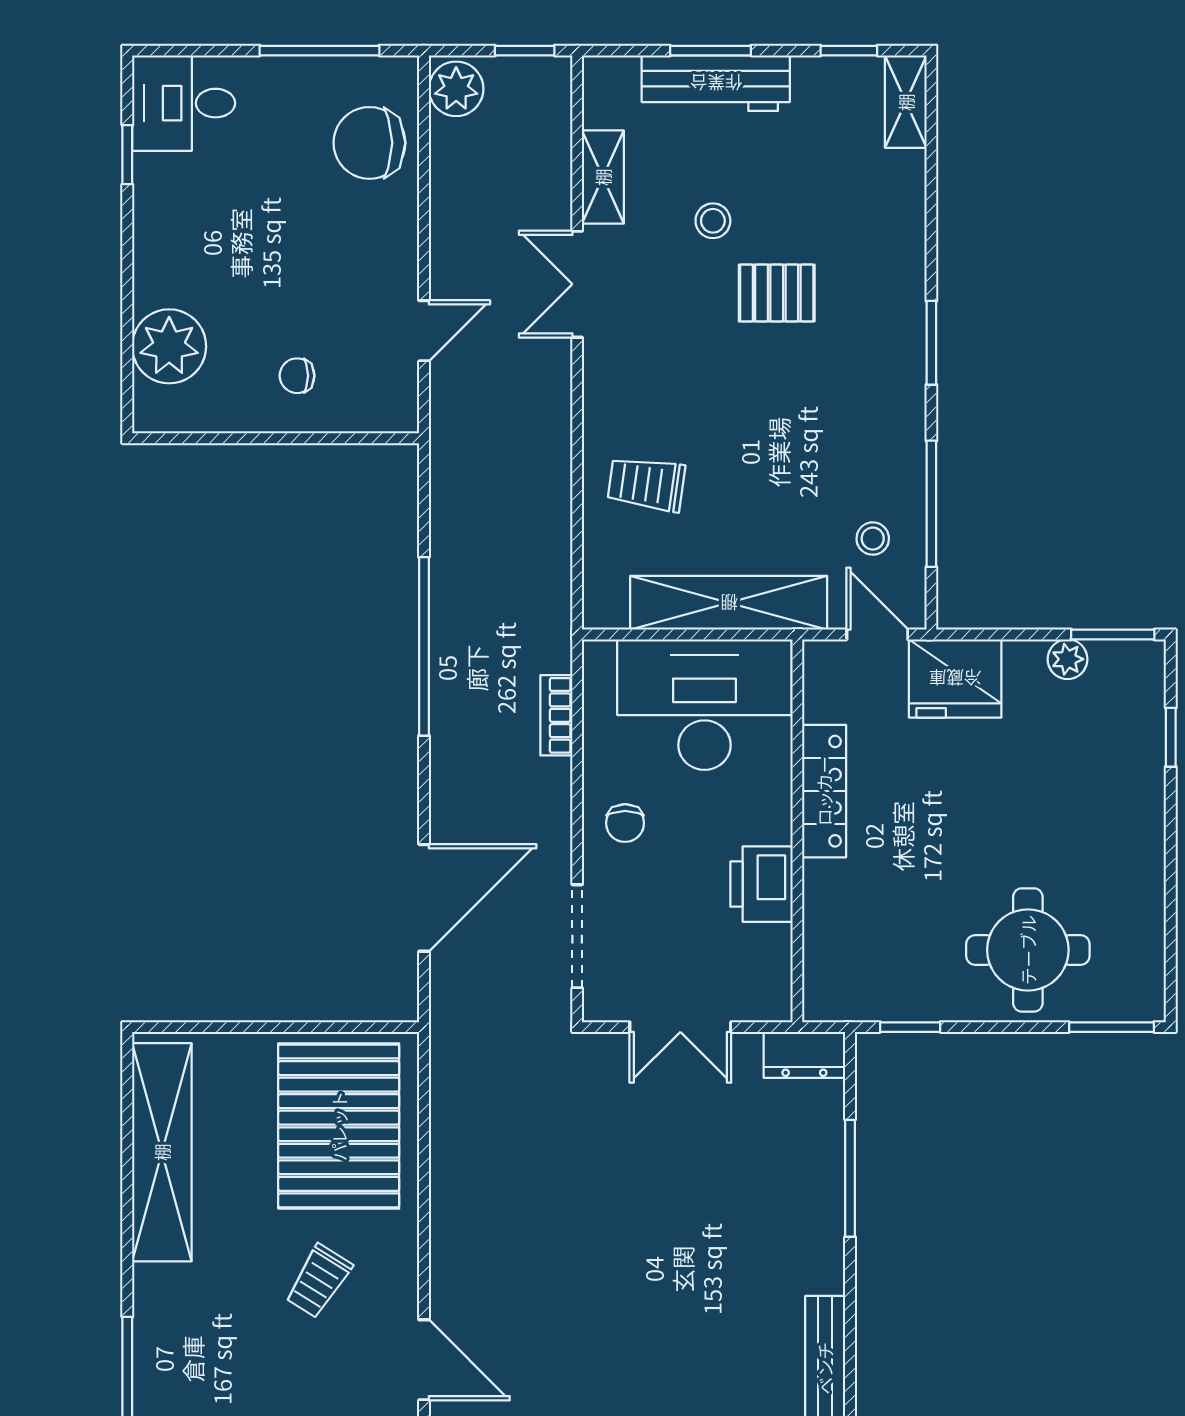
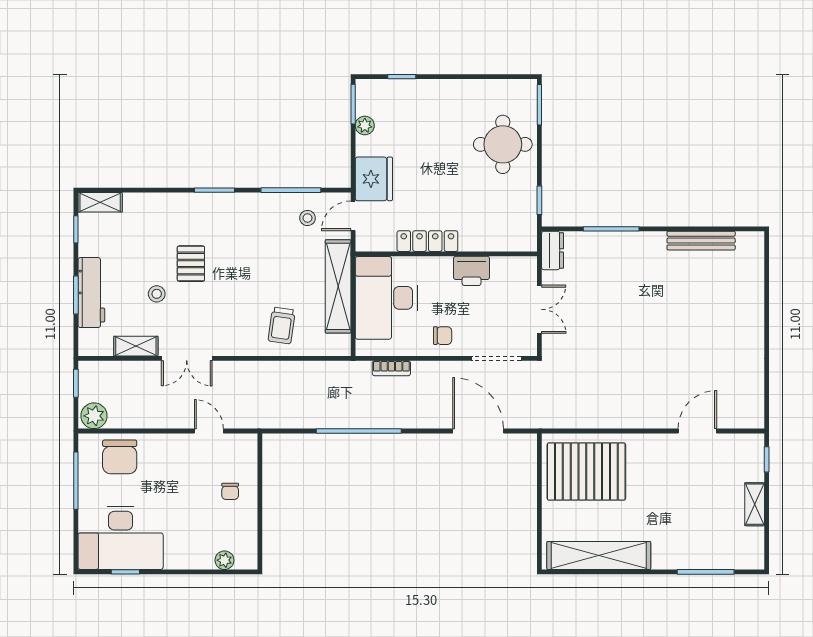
desk: (184, 103) -> (121, 538), width x1.87, depth x1.30
plant: (169, 346) -> (224, 560), width x0.53, depth x0.53
trolley: (319, 1281) -> (660, 481), removed

